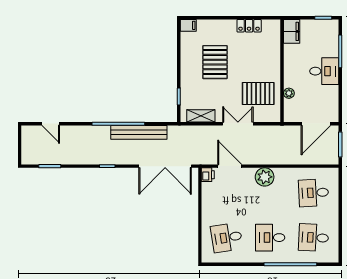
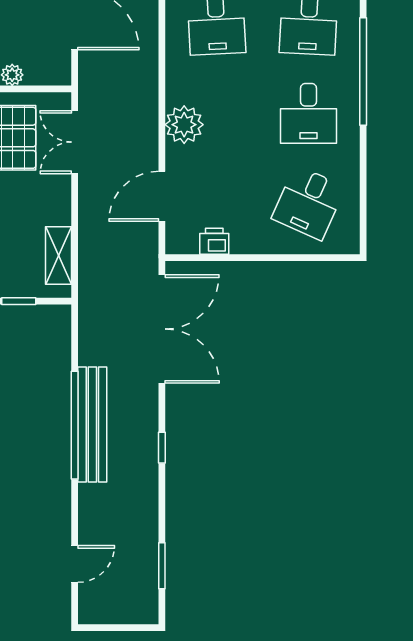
double door: (238, 124) -> (75, 142), moved
bench: (139, 132) -> (92, 425), moved
printer: (208, 175) -> (214, 241), moved
desk: (227, 238) -> (309, 203), turned 33

